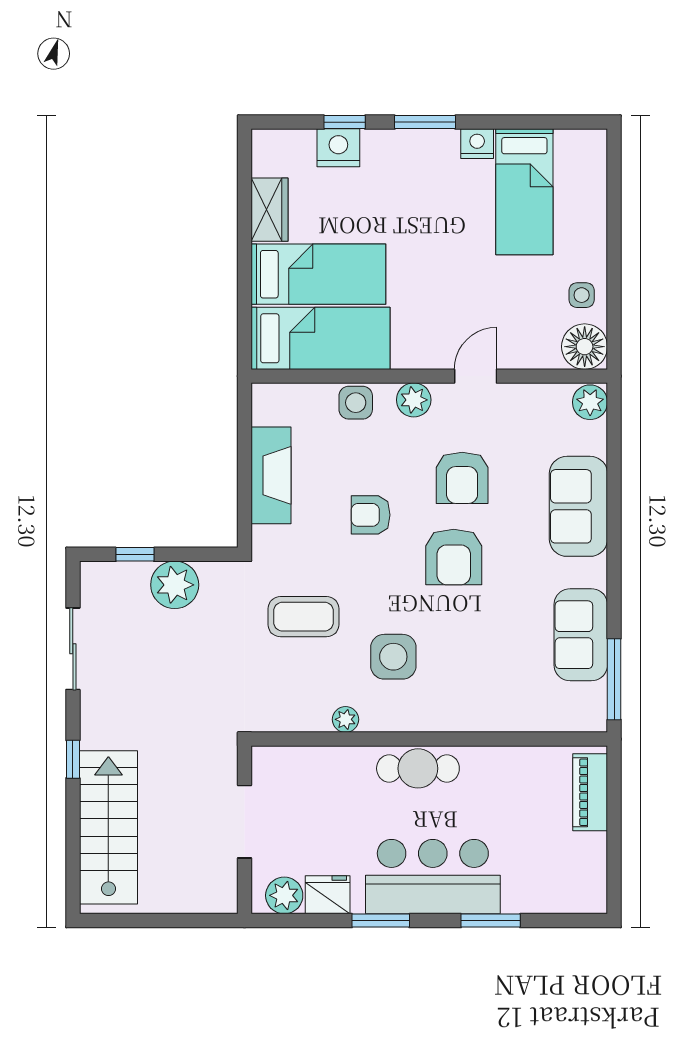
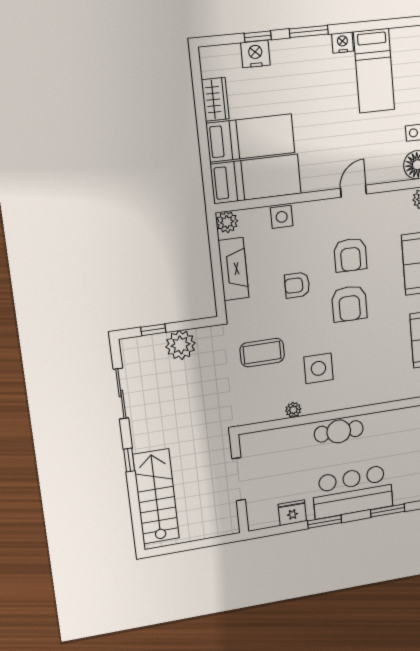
plant: (414, 400) -> (227, 222), moved
plant: (284, 895) -> (267, 518), removed

